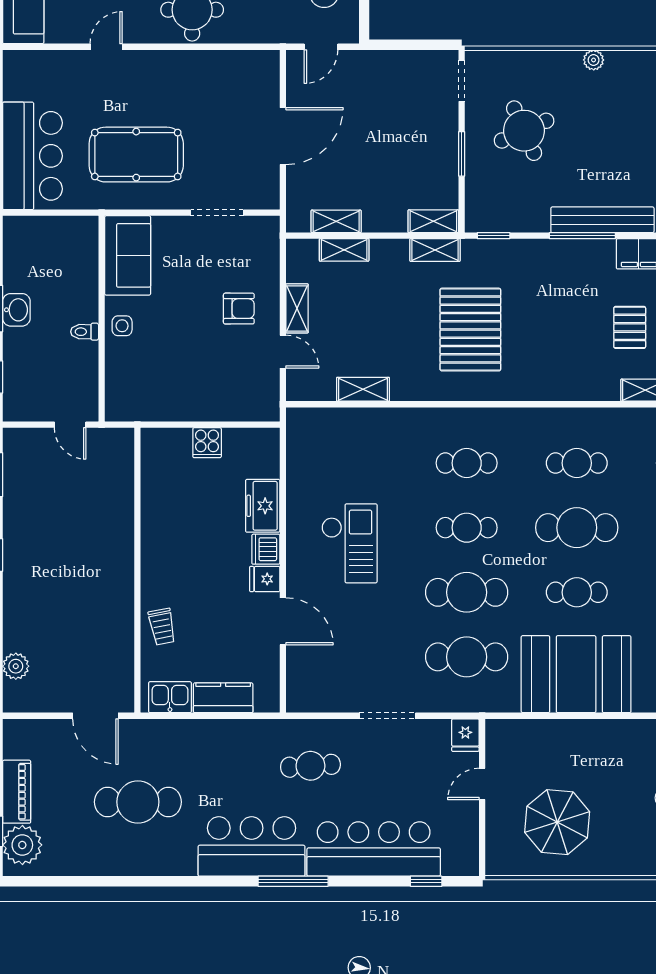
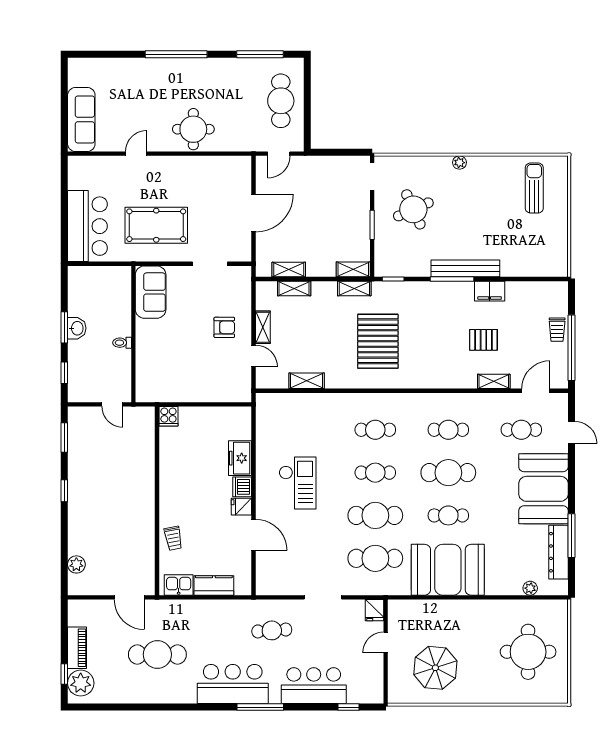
side table: (122, 326) -> (147, 339), removed
pallet: (630, 327) -> (483, 340), turned 90
cooker: (207, 443) -> (168, 416), moved
bar counter: (374, 849) -> (314, 686), width x0.73

